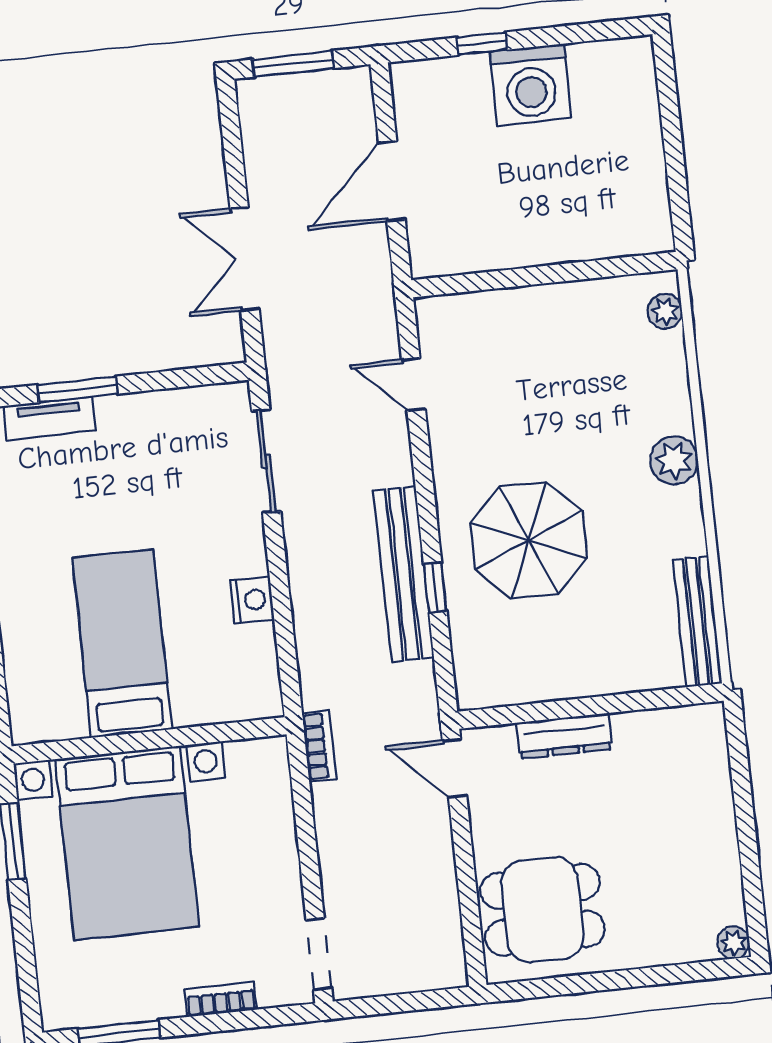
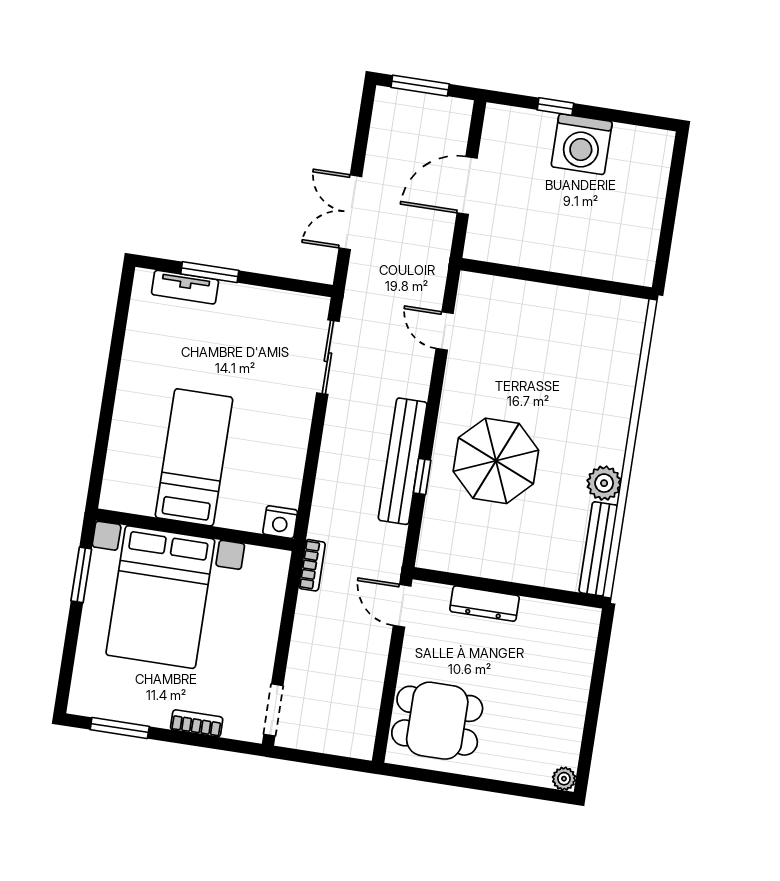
plant: (665, 311) -> (633, 327), removed
plant: (674, 460) -> (604, 483), moved
nightstand: (252, 600) -> (280, 522), moved, turned 90

